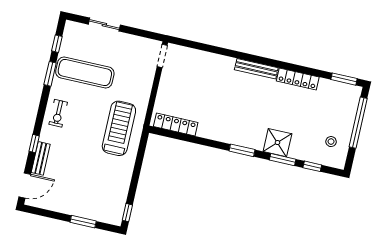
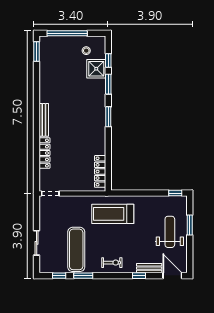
locker: (298, 79) -> (45, 153), moved
shower: (277, 143) -> (96, 69), moved
weight bench: (80, 195) -> (170, 232), added

